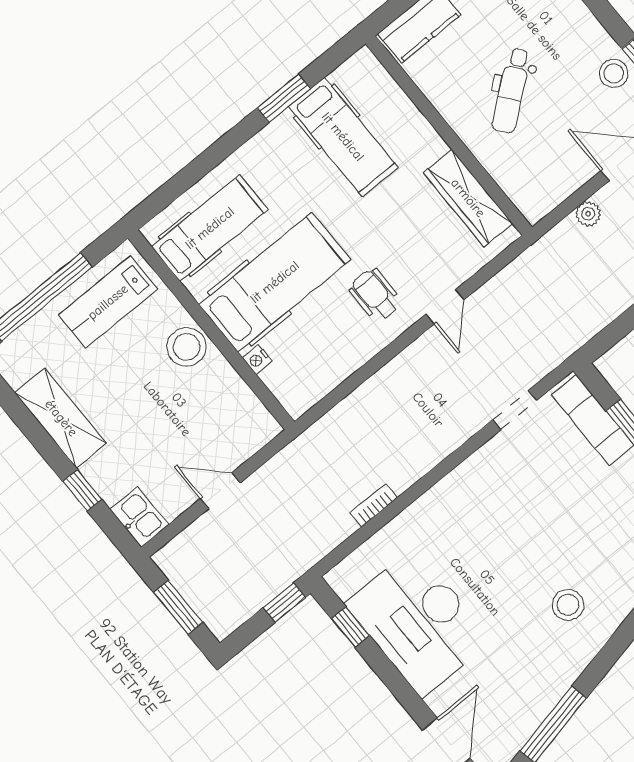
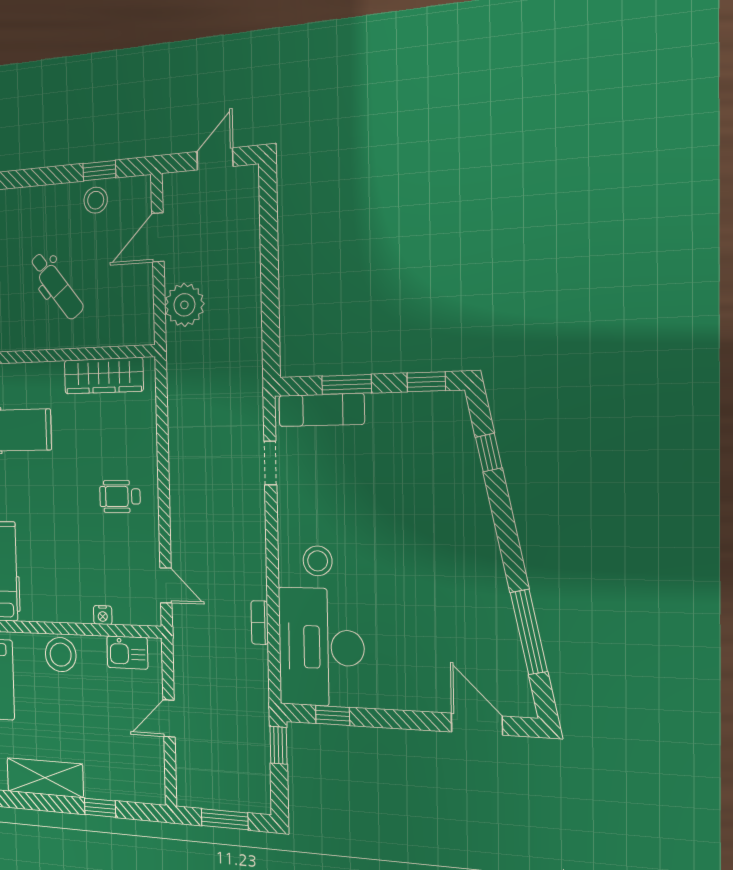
plant: (588, 214) -> (184, 305), width x1.88, depth x1.88
hospital bed: (275, 282) -> (63, 558), removed
door: (445, 307) -> (166, 585), moved
kitchen sink: (139, 517) -> (127, 652), moved, turned 180
stool: (568, 605) -> (318, 561), moved
desk: (418, 622) -> (321, 647), moved, turned 90

